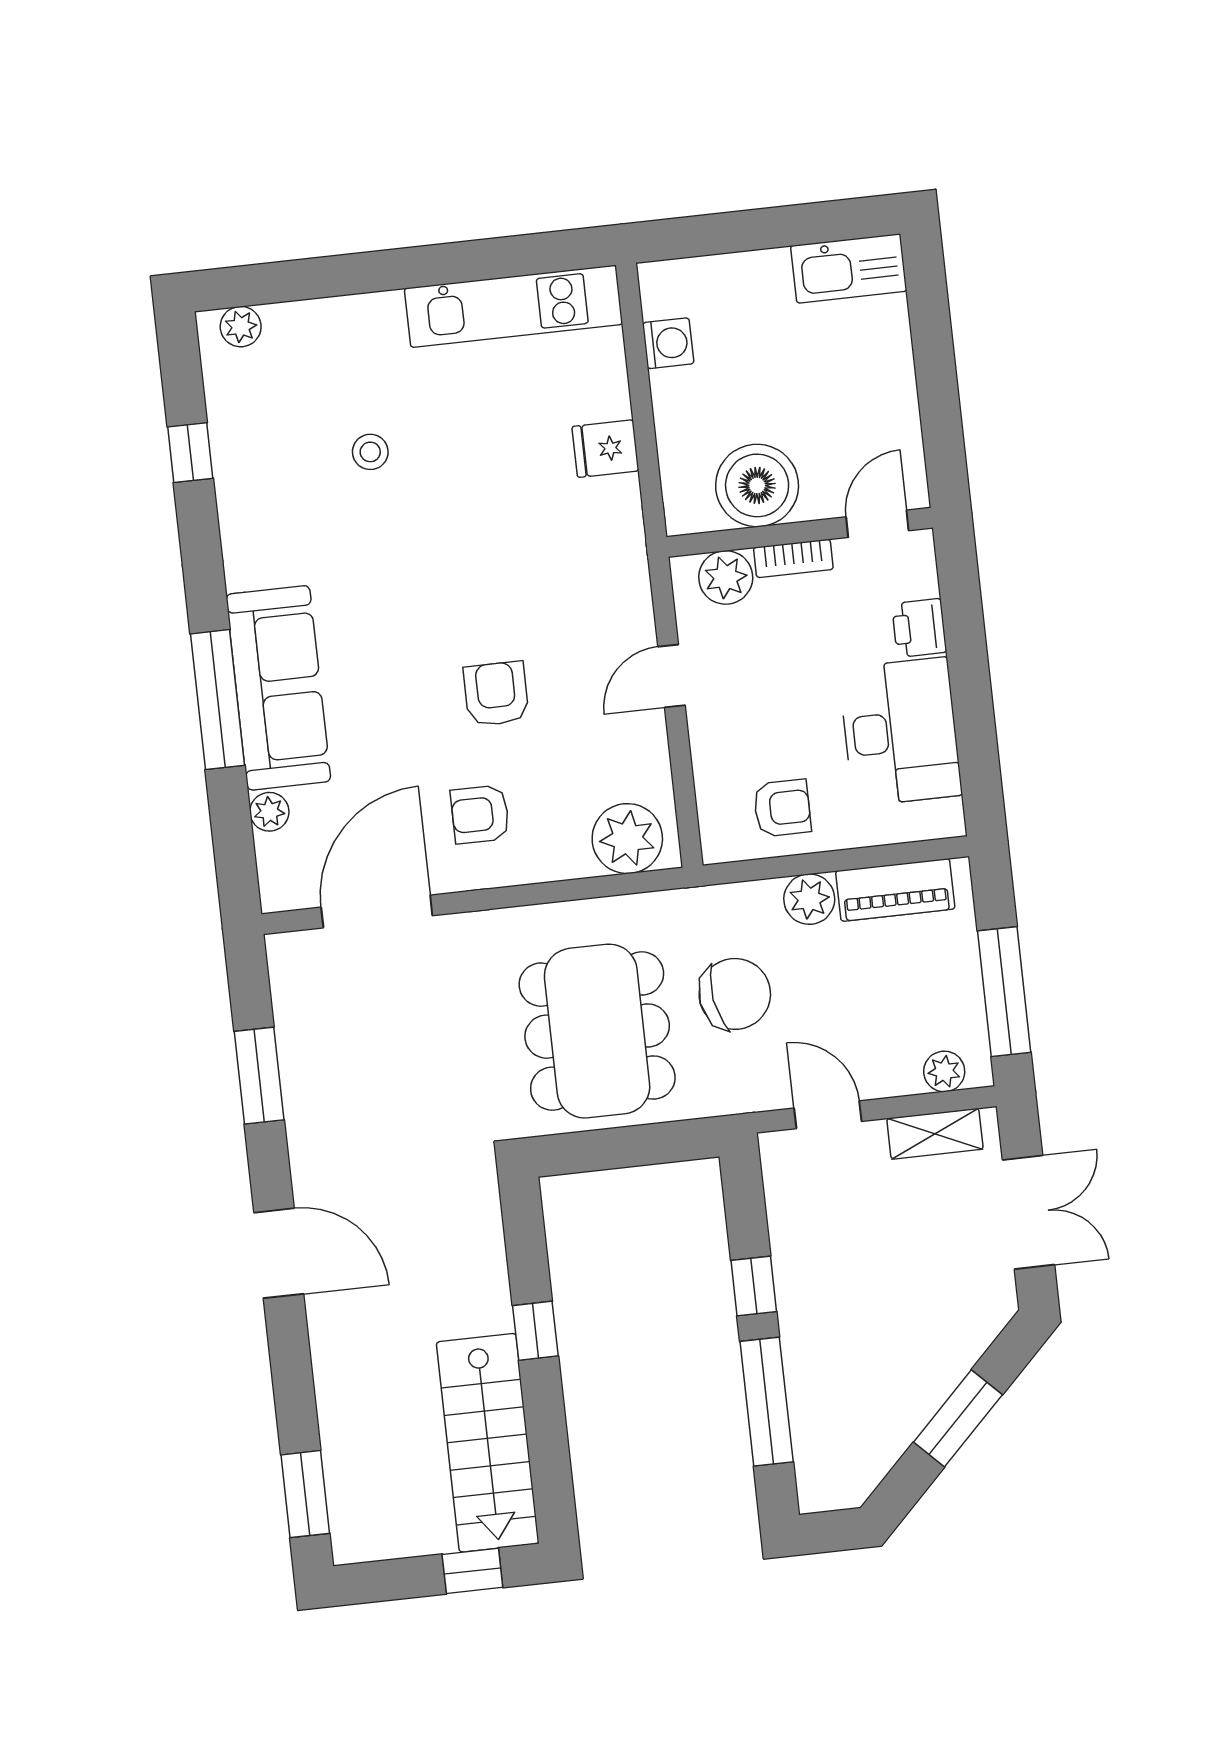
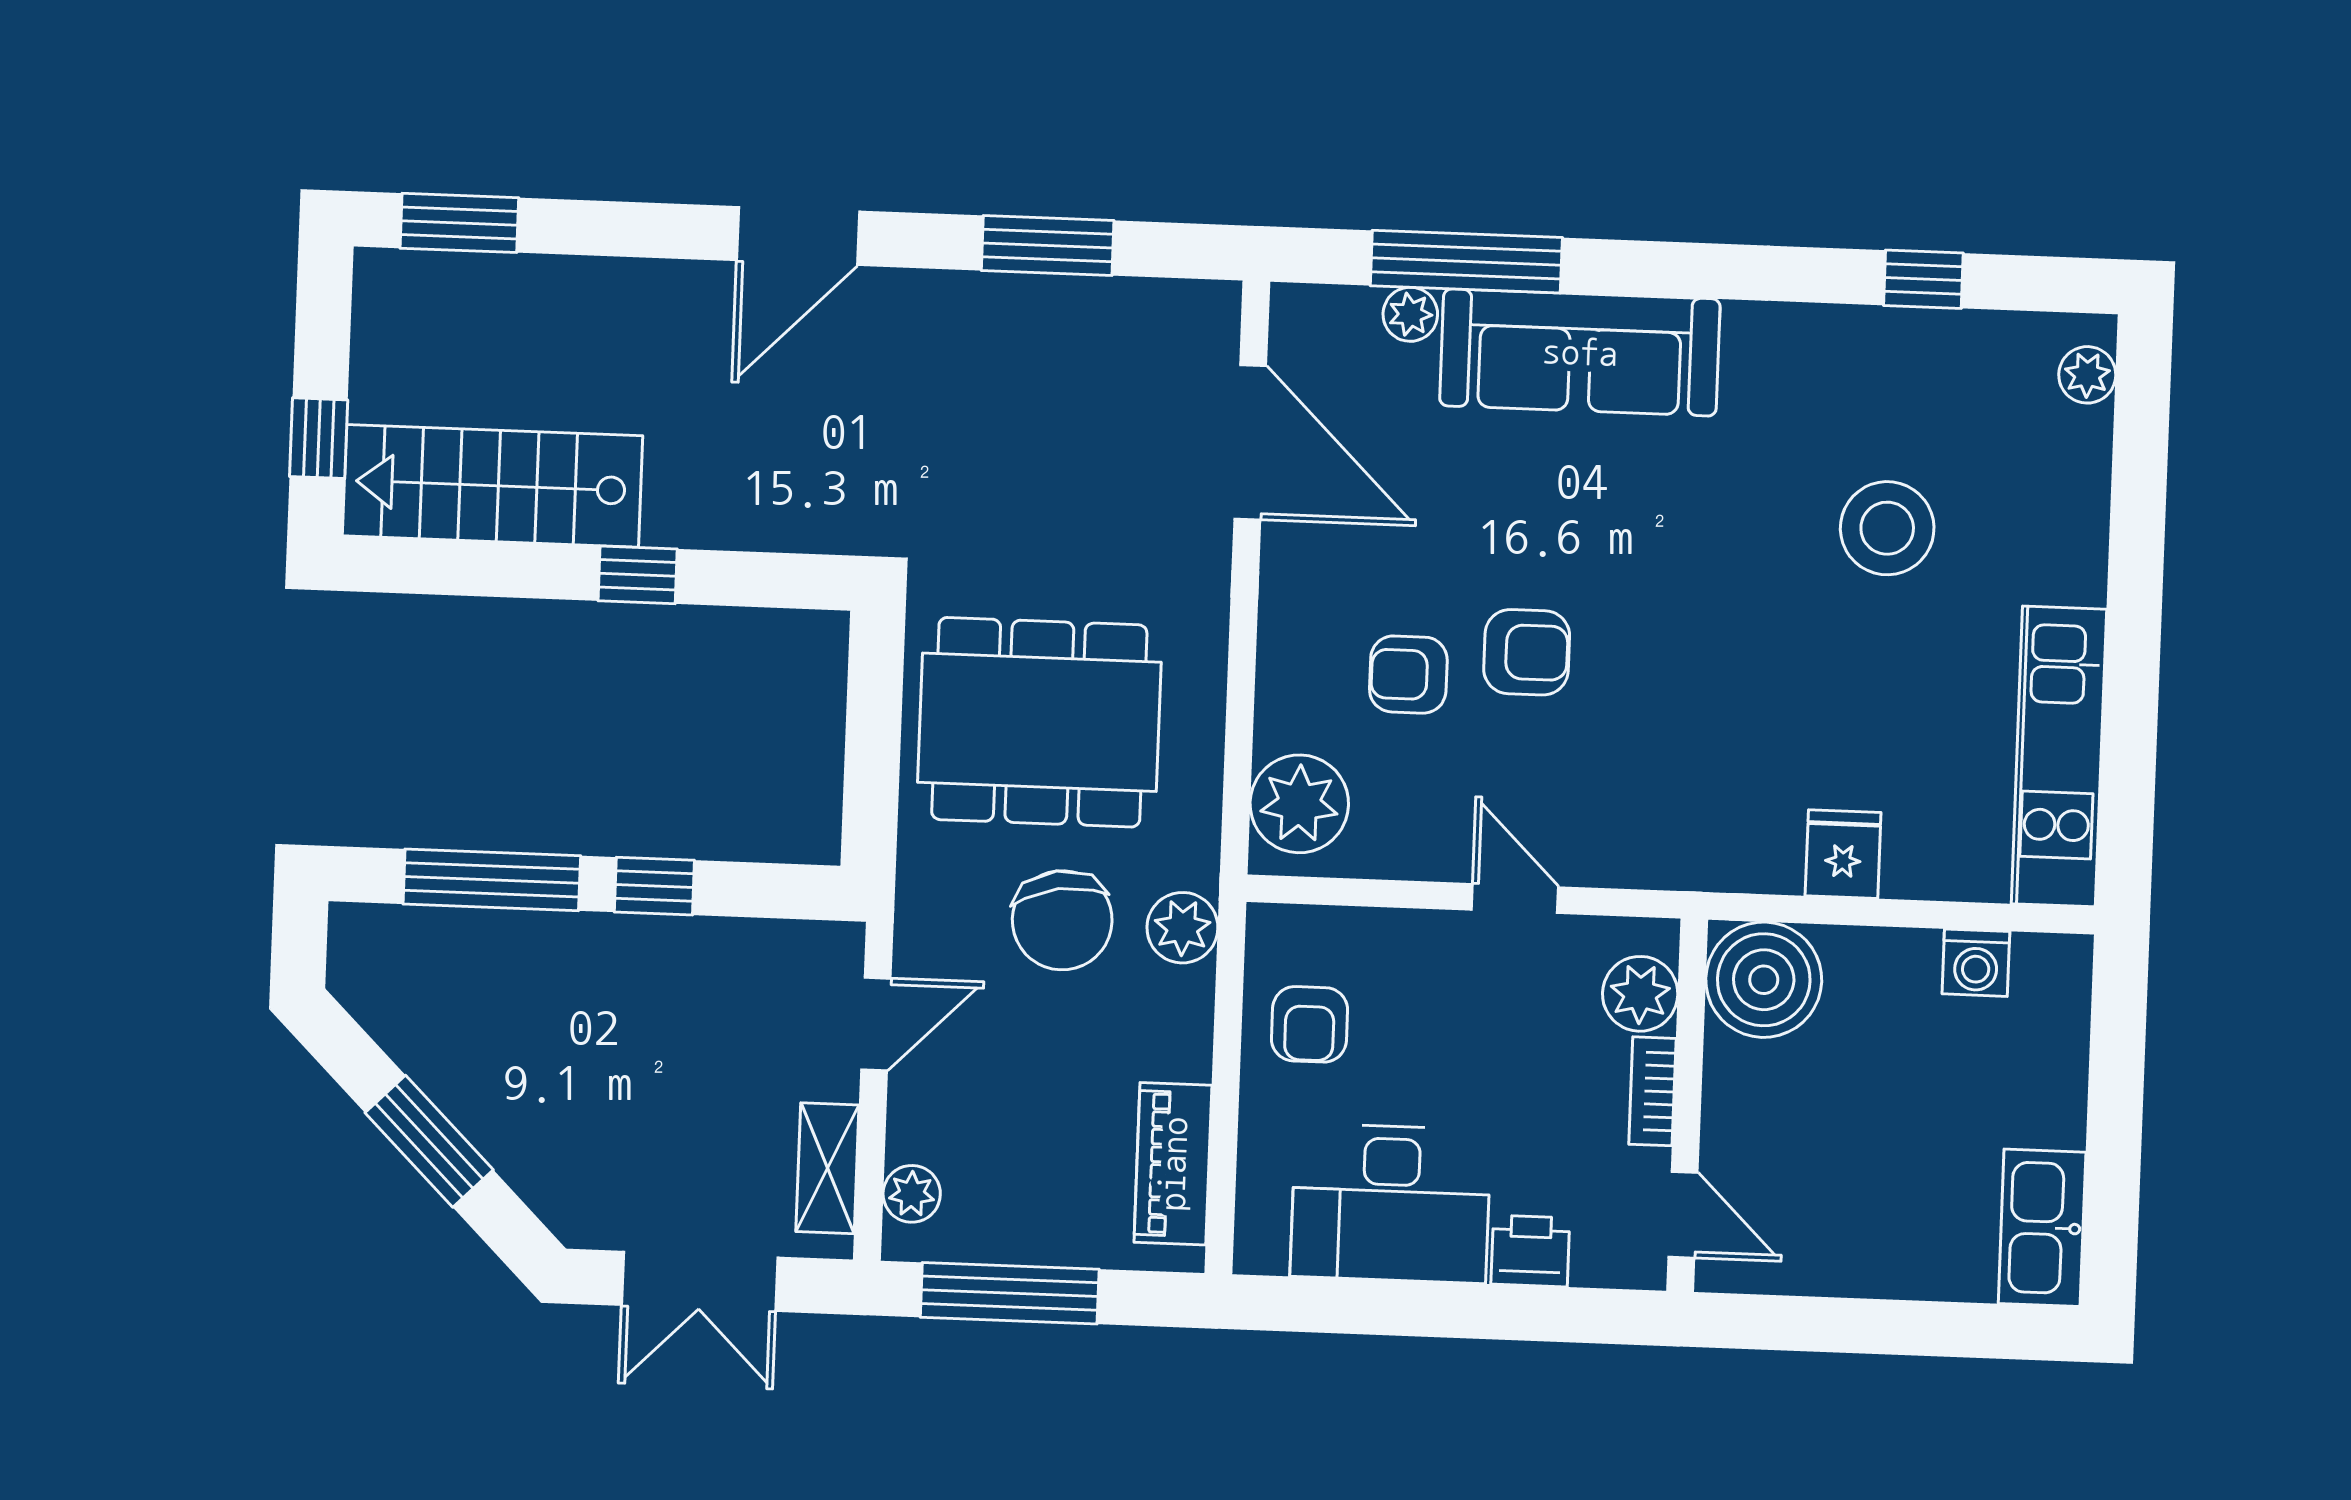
stool: (370, 452) -> (1887, 528), width x1.89, depth x1.89
boiler: (757, 485) -> (1764, 980), moved
window: (218, 700) -> (1466, 262), moved
armchair: (480, 814) -> (1408, 675), moved, turned -90
plant: (809, 899) -> (1182, 928), moved

